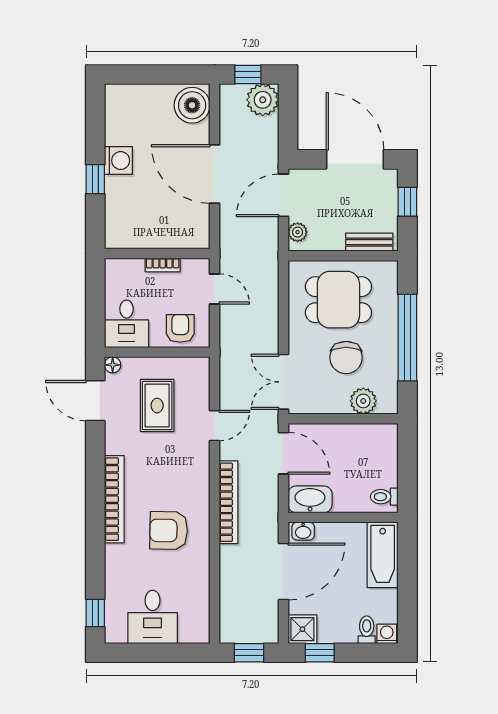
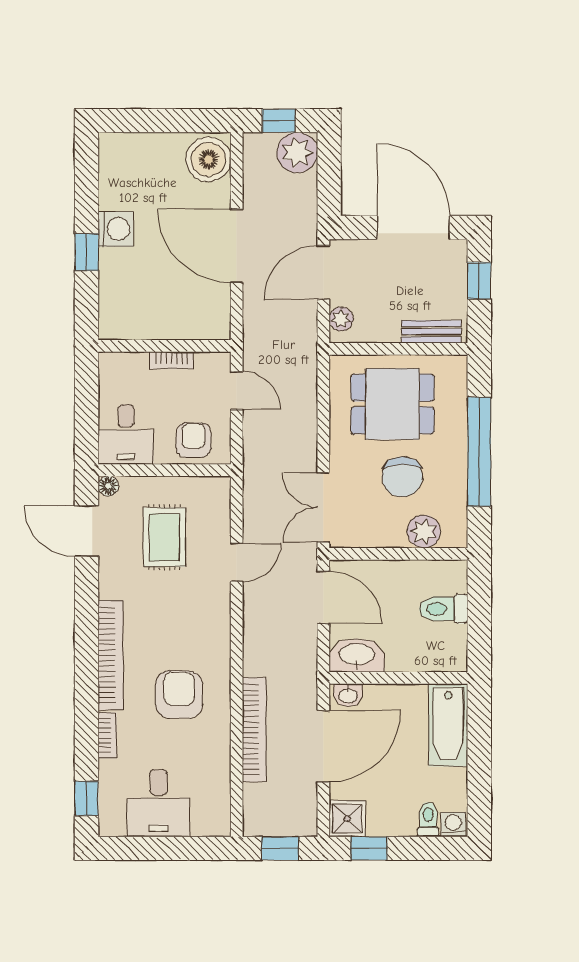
toilet: (384, 497) -> (443, 609), moved, width x1.37, depth x1.39
bookcase: (229, 502) -> (254, 730), moved
armchair: (169, 531) -> (179, 694), turned 89
bookcase: (112, 563) -> (107, 735), added

